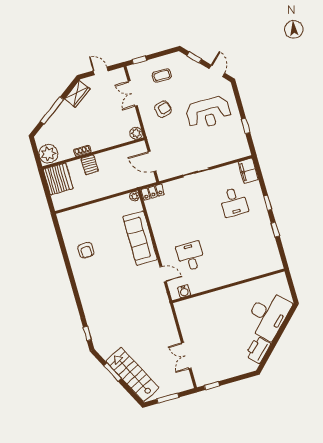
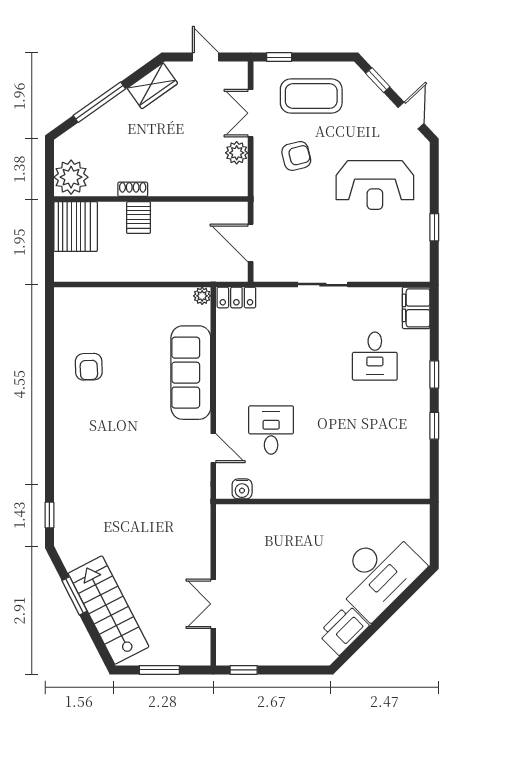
coffee table: (162, 76) -> (311, 96), width x1.86, depth x1.72
plant: (136, 133) -> (237, 153), moved

